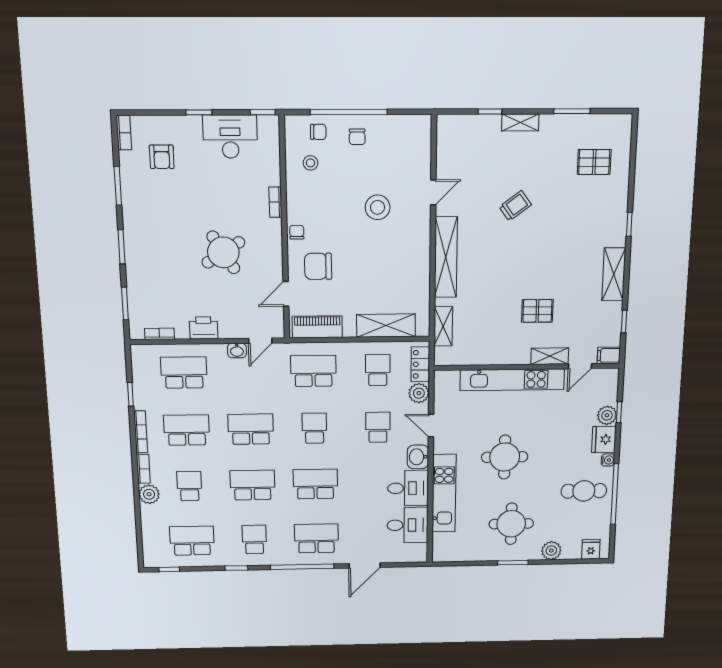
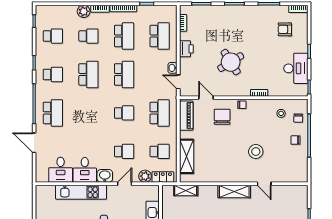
shelving: (446, 257) -> (234, 191), width x0.68
school desk: (315, 484) -> (88, 113), removed
school desk: (192, 541) -> (53, 36), width x0.54

